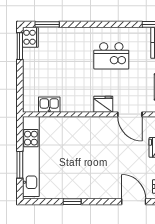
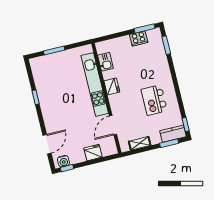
cooker: (30, 37) -> (139, 38), moved
fridge: (103, 104) -> (112, 86), moved
kitchen unit: (31, 157) -> (95, 84), moved, turned 90

